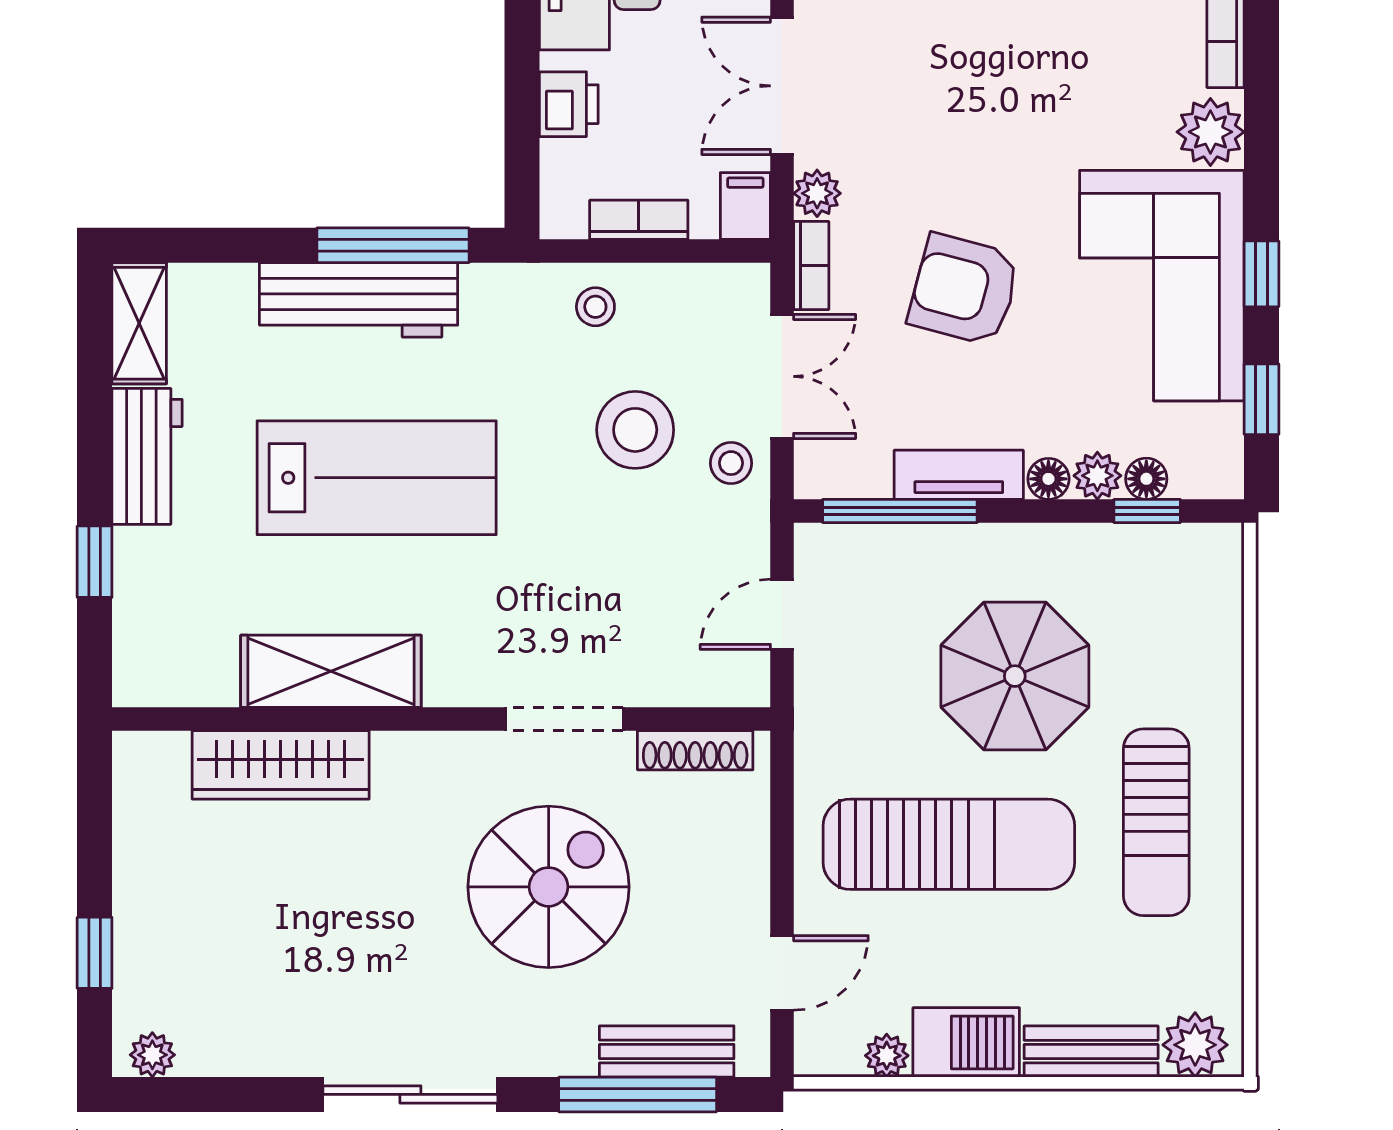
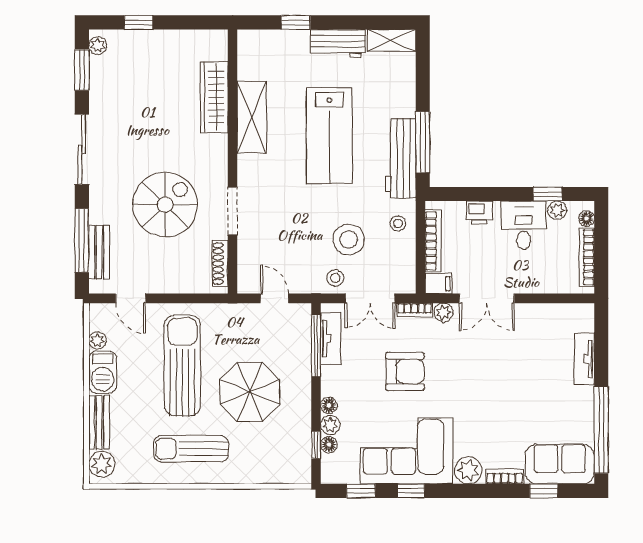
double door: (782, 86) -> (487, 298), swing flipped
bookcase: (639, 220) -> (433, 241), width x1.56
armchair: (964, 290) -> (405, 371), turned 75
workbench: (359, 300) -> (401, 158), moved
tv unit: (959, 475) -> (331, 339), moved
sun lounger: (949, 844) -> (182, 365), turned 180
spiral stairs: (549, 887) -> (165, 205), turned -90
window: (213, 1094) -> (82, 70), added

